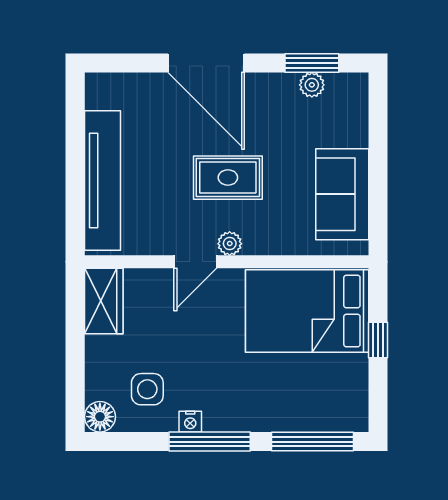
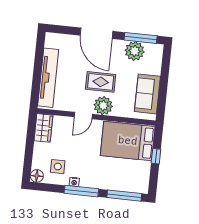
window: (312, 63) -> (141, 38), width x1.44
plant: (312, 85) -> (135, 51), width x1.87, depth x1.87
plant: (230, 244) -> (103, 106), width x1.88, depth x1.88

